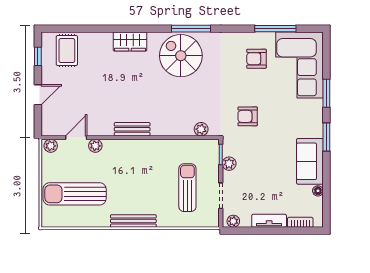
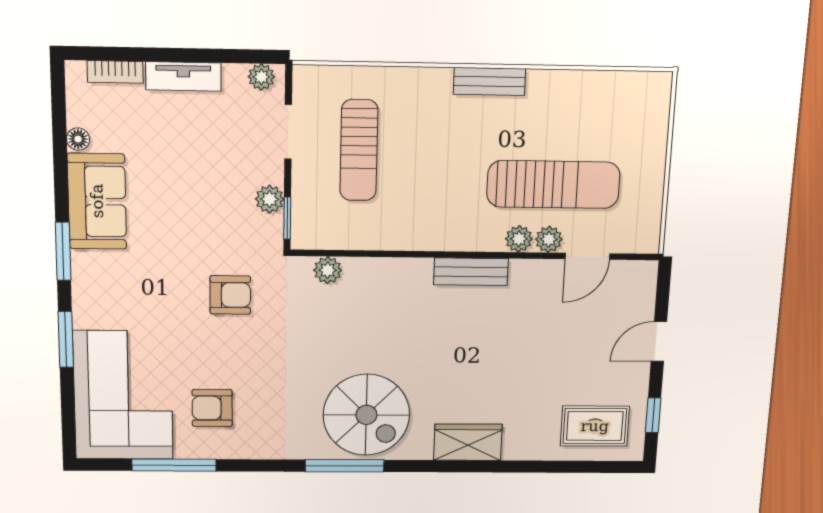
rug: (67, 51) -> (595, 426), turned 90
armchair: (256, 59) -> (212, 408), turned 180
plant: (51, 146) -> (519, 239), moved
sun lounger: (75, 194) -> (553, 184), moved
bench: (133, 221) -> (489, 81), width x0.73

